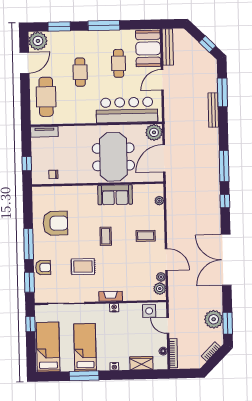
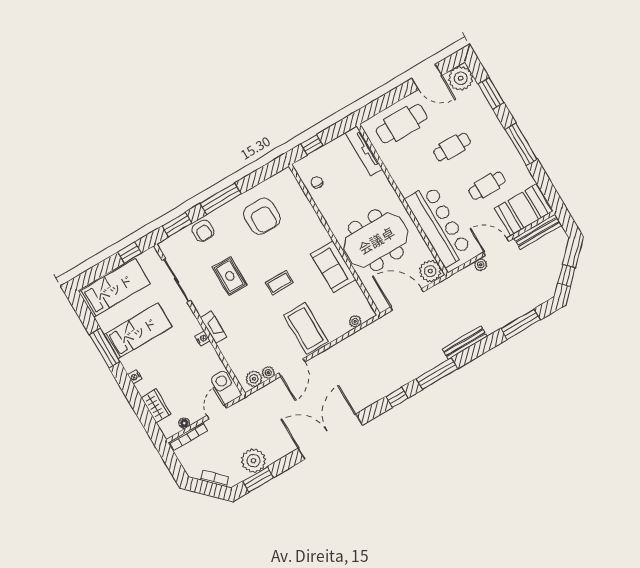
plant: (168, 97) -> (481, 265), added
bench: (213, 110) -> (465, 343), moved
tv unit: (44, 132) -> (364, 151), width x1.41
coffee table: (146, 236) -> (306, 328), width x1.86, depth x1.72

